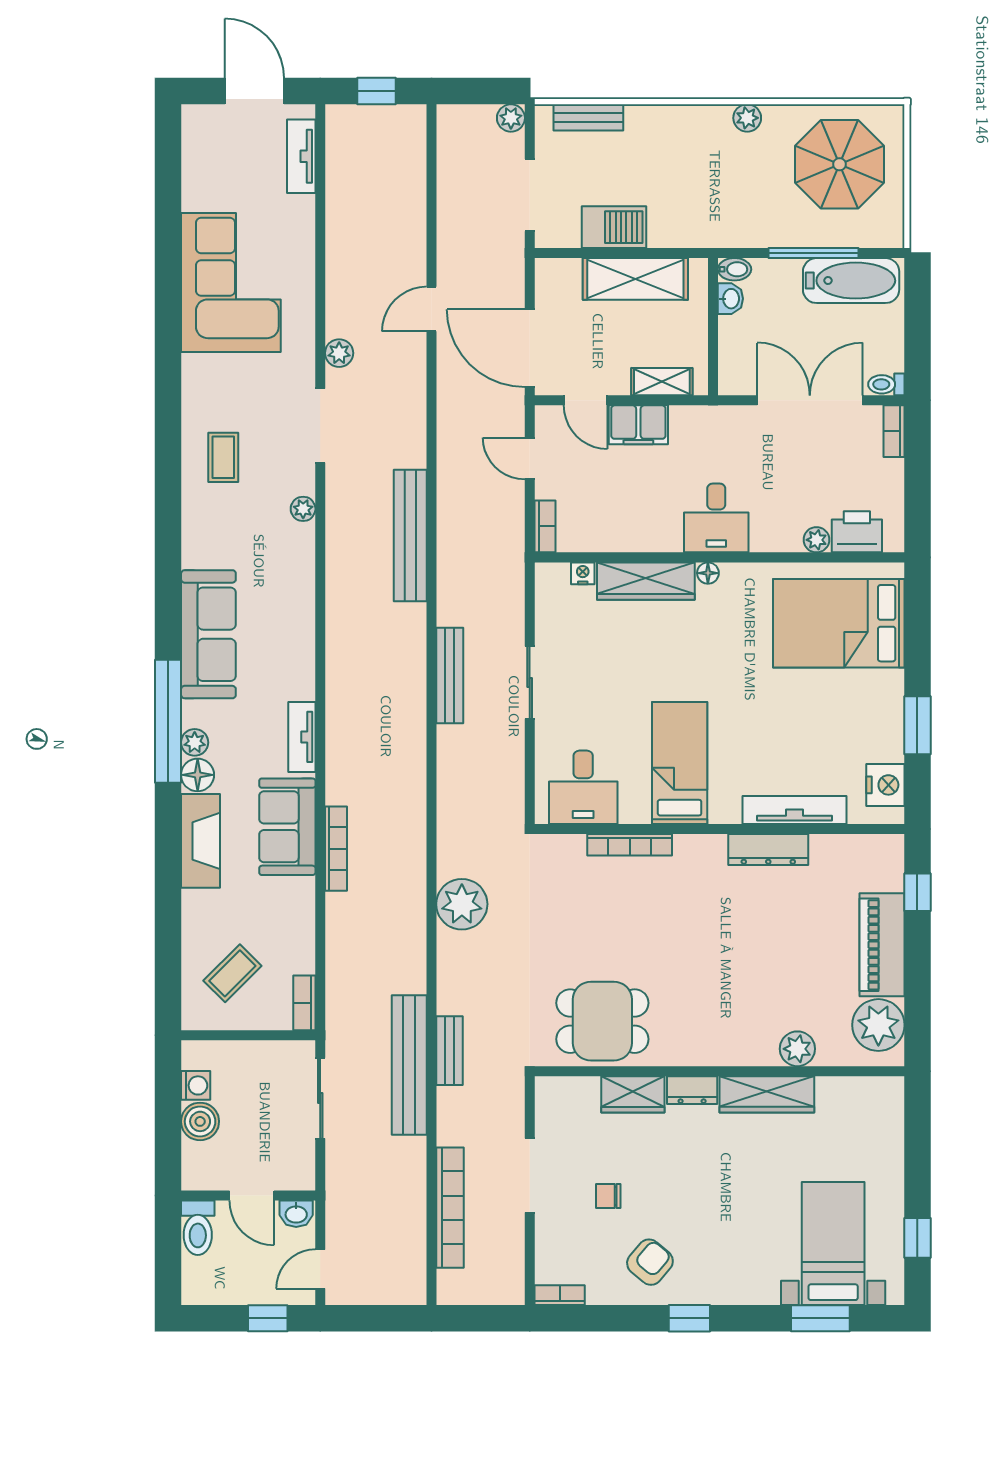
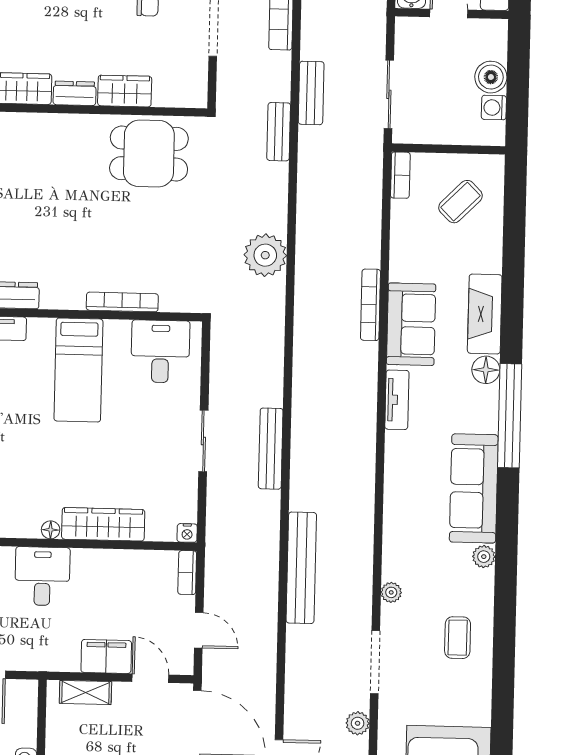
nightstand: (583, 573) -> (187, 533), moved
plant: (195, 742) -> (484, 557), moved
bench: (409, 1065) -> (311, 93), width x0.54, depth x0.82

